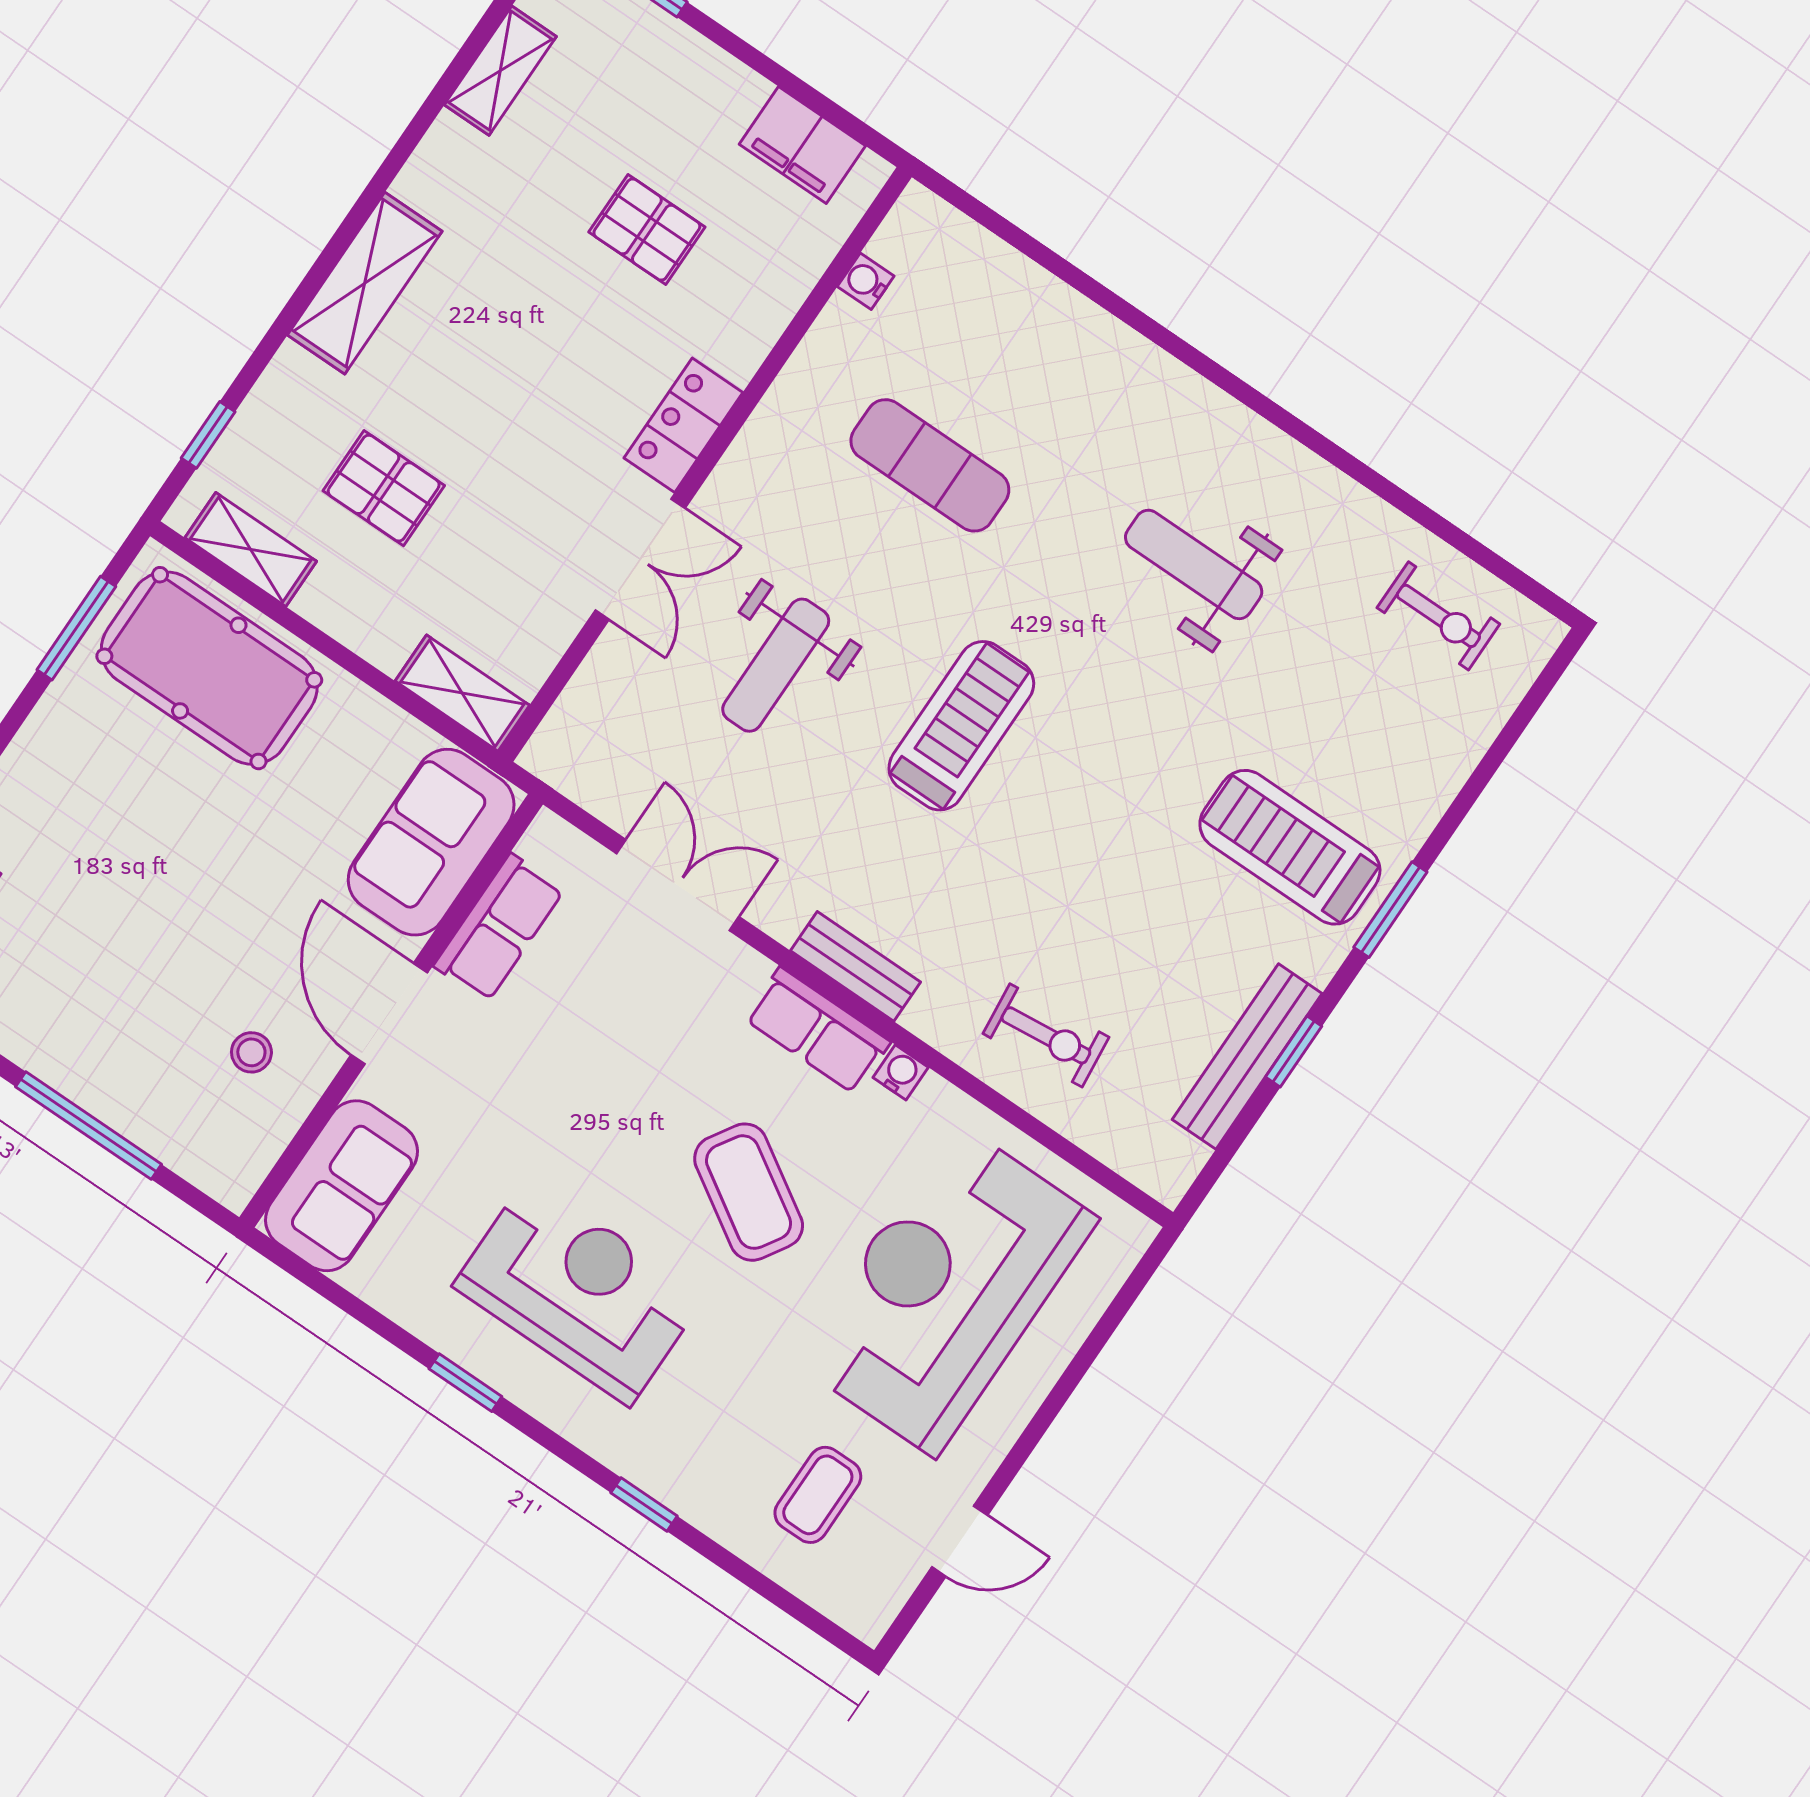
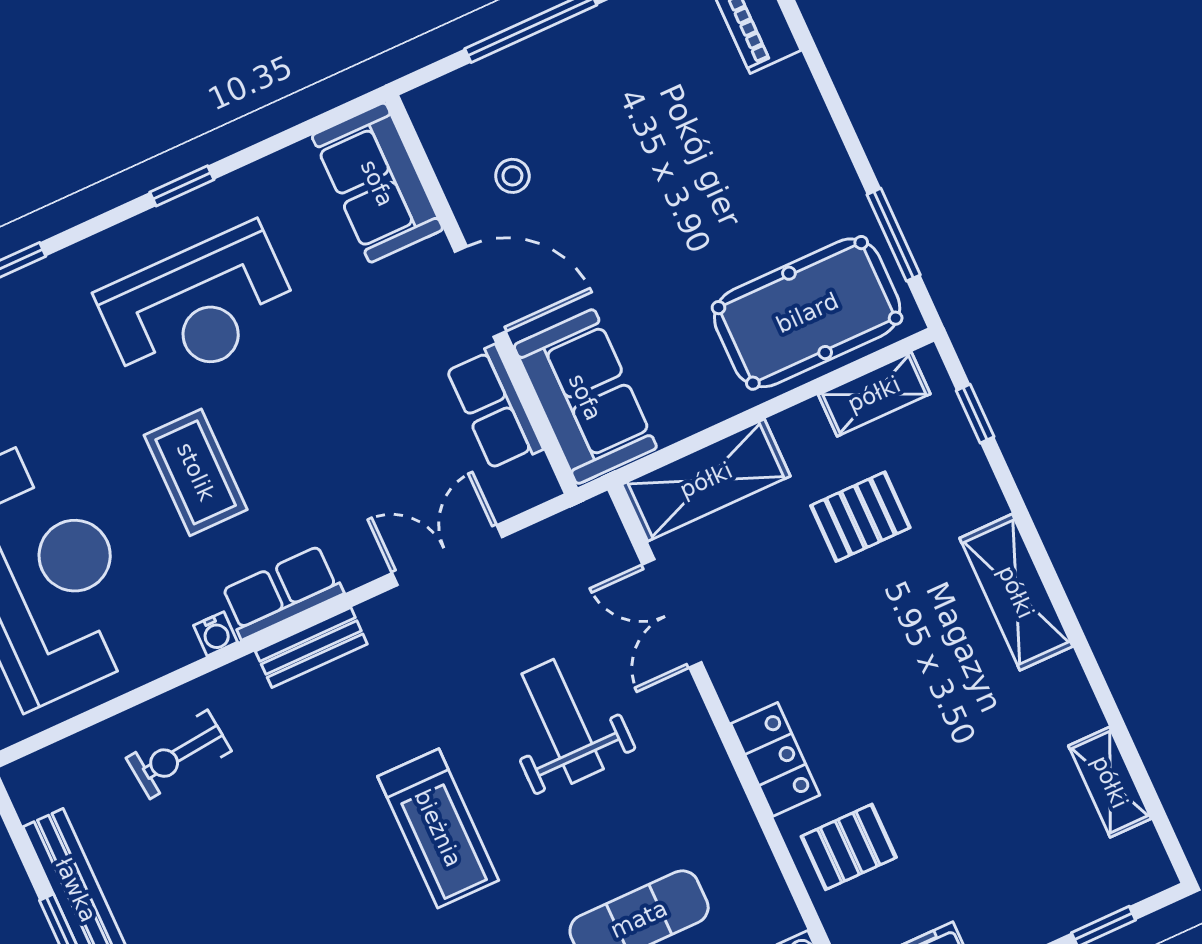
pallet: (647, 230) -> (849, 847), moved
double door: (640, 559) -> (672, 613), moved
shelving: (462, 693) -> (706, 480), width x1.50, depth x1.33
double door: (678, 885) -> (447, 555), swing flipped
coffee table: (749, 1192) -> (196, 472), turned 58

